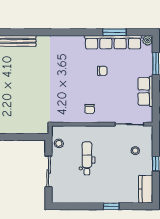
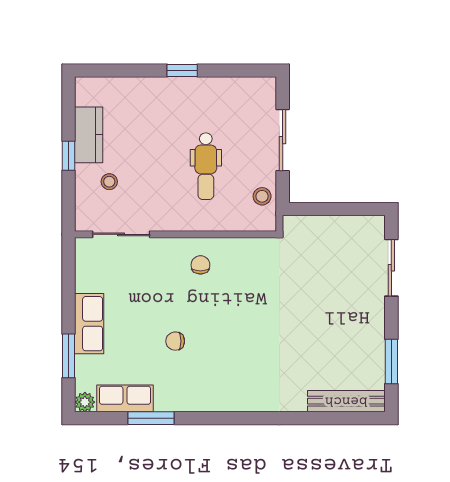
row of seats: (113, 42) -> (125, 398), width x0.50
row of seats: (145, 91) -> (89, 324), moved
kitchen counter: (146, 189) -> (89, 135), moved
window: (111, 206) -> (182, 71), moved

